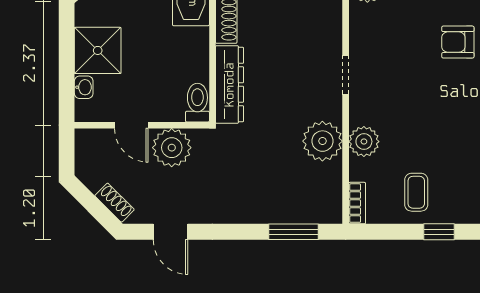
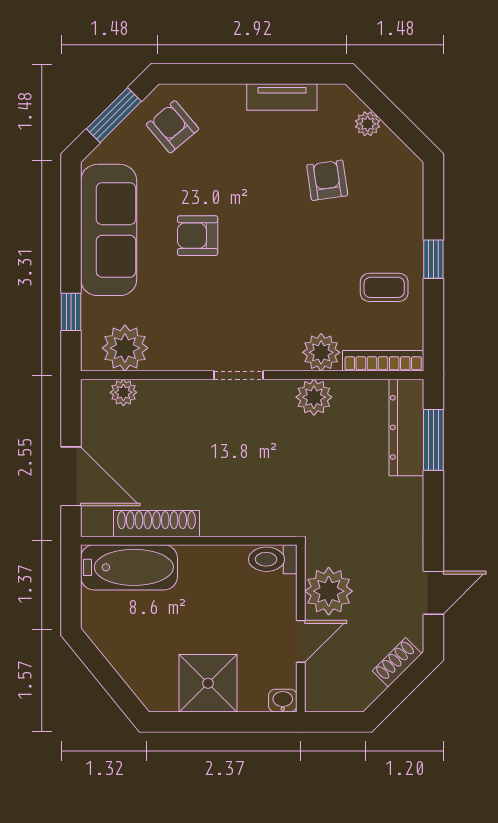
armchair: (458, 42) -> (198, 236), turned 90
dresser: (229, 85) -> (406, 427), moved, turned -90
washbasin: (84, 87) -> (283, 701), moved
plant: (322, 141) -> (314, 397), width x0.73, depth x0.73
bookcase: (357, 203) -> (383, 361), width x1.56

